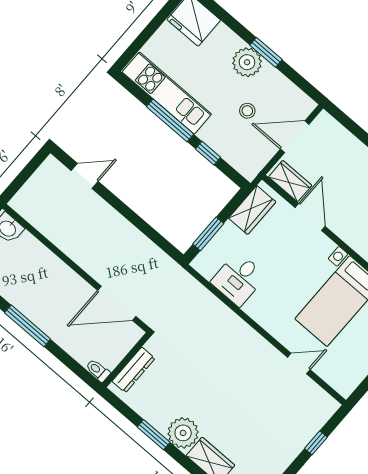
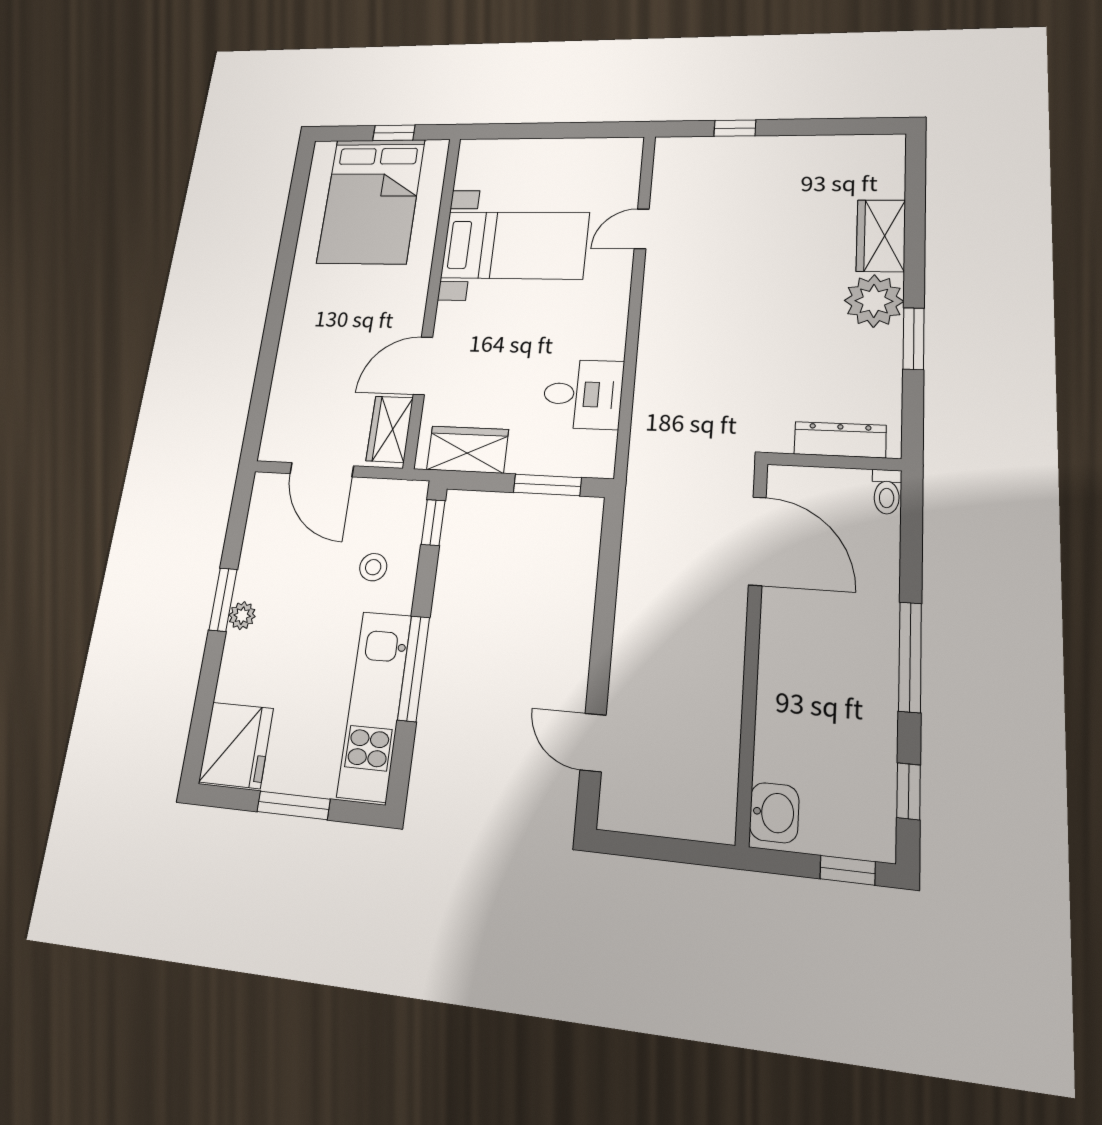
window: (149, 31) -> (293, 805), added
plant: (247, 62) -> (242, 616), width x0.53, depth x0.53
stool: (247, 111) -> (373, 567), moved
window: (208, 153) -> (433, 523), moved
door: (299, 363) -> (642, 229), hinge flipped

